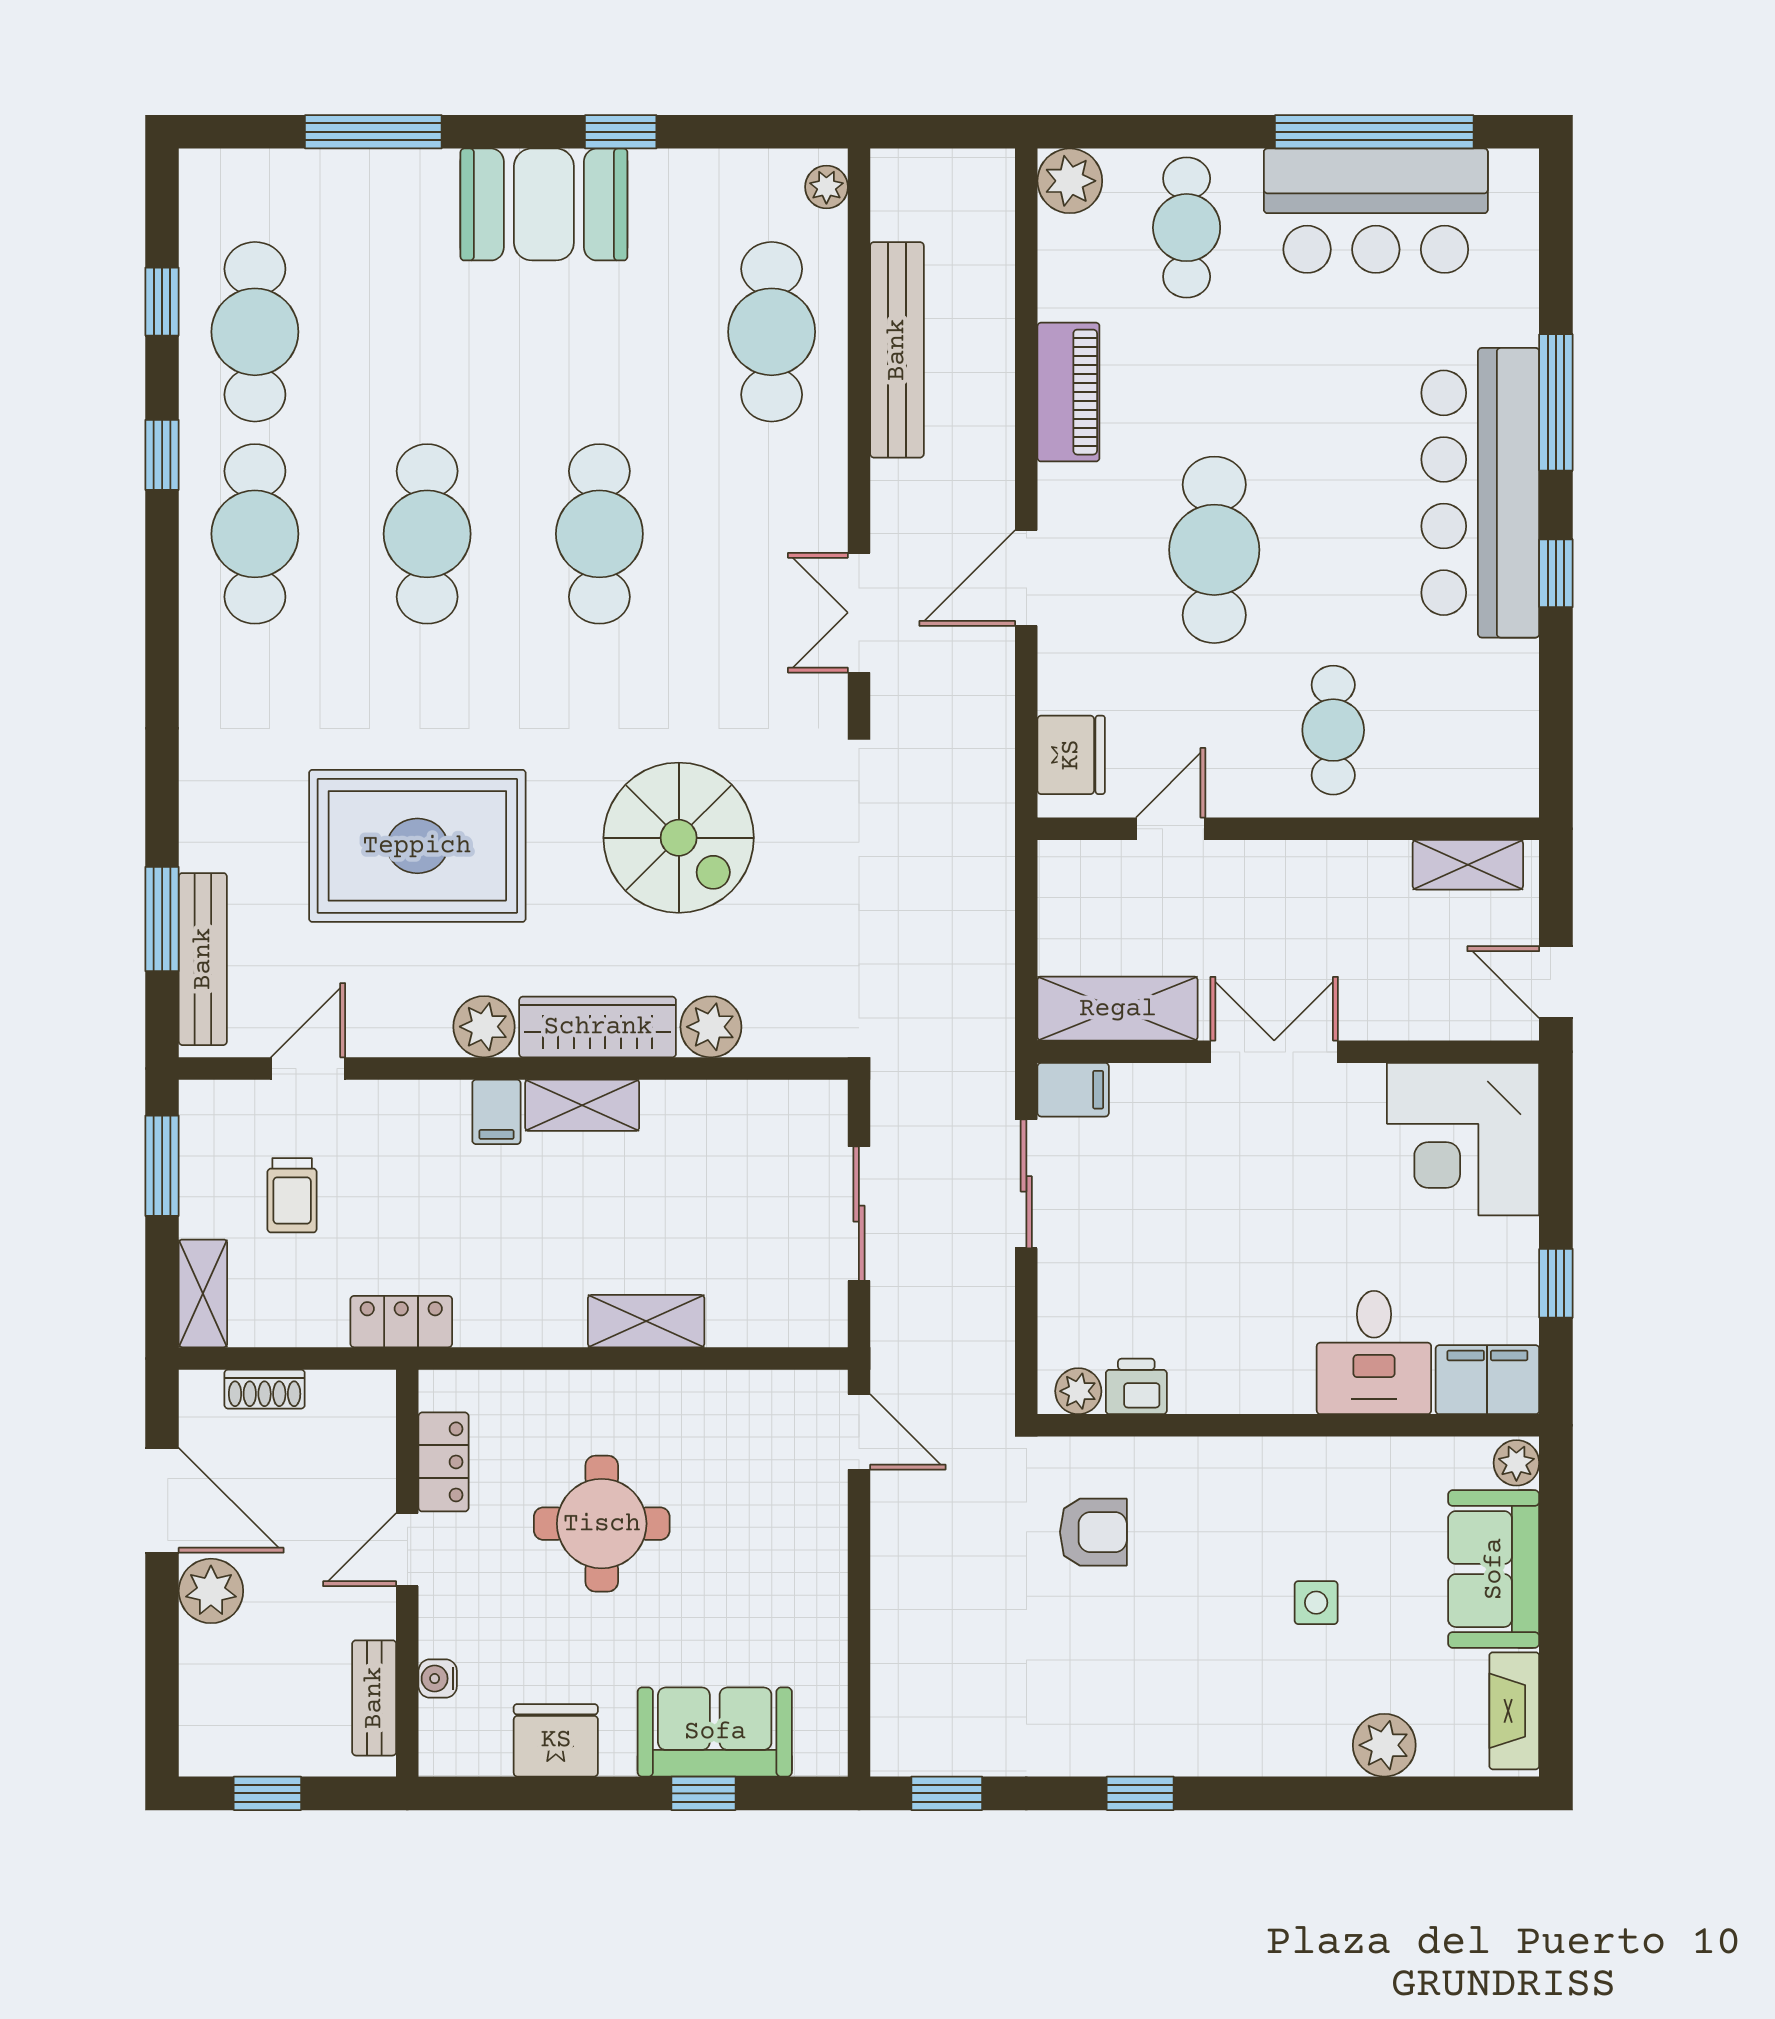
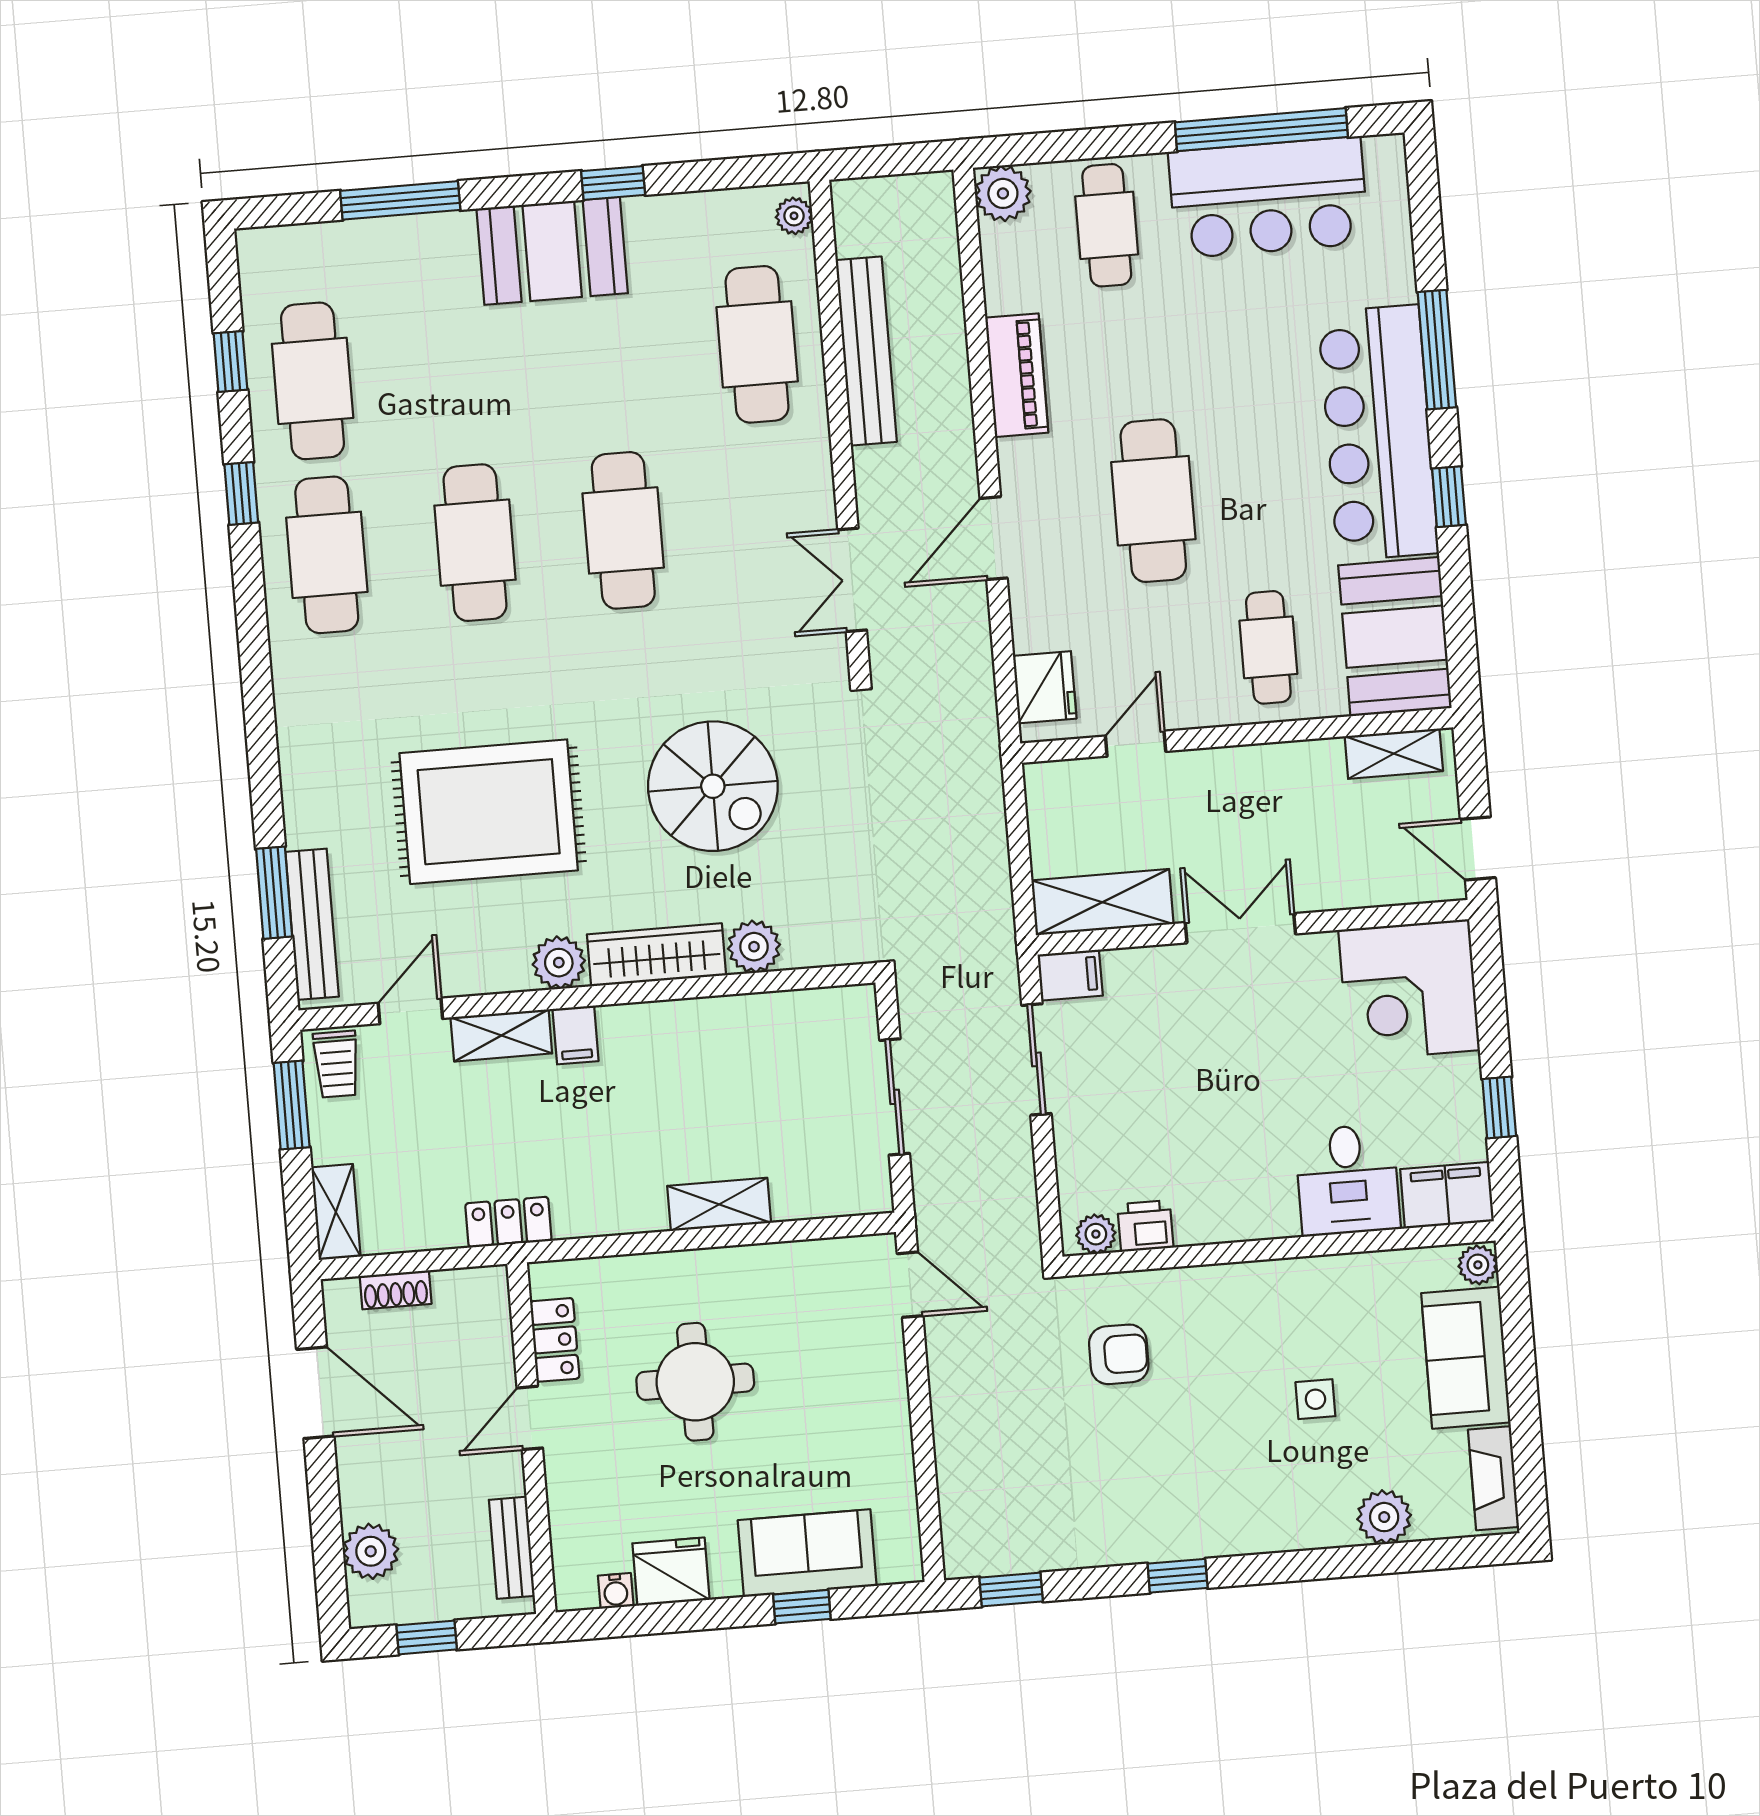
booth: (1480, 730) -> (1395, 637), added
shelving: (582, 1105) -> (501, 1035), moved
trolley: (292, 1195) -> (336, 1064), moved
plant: (211, 1591) -> (371, 1551), moved
water cooler: (438, 1679) -> (616, 1591), moved, turned -90

